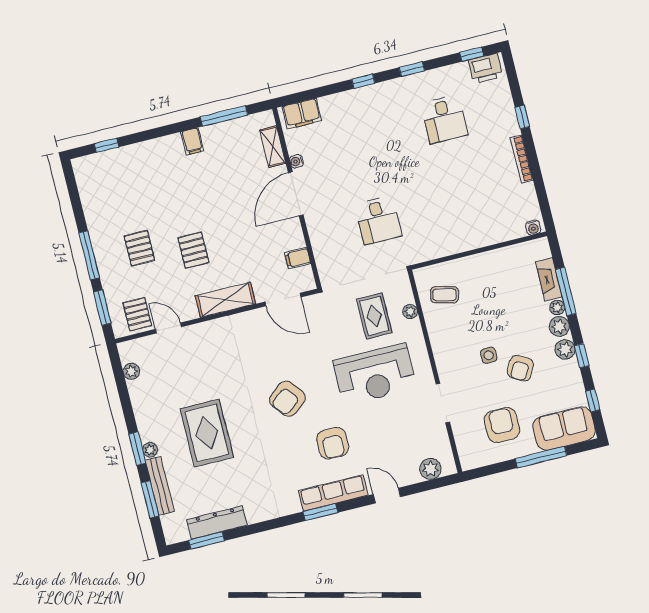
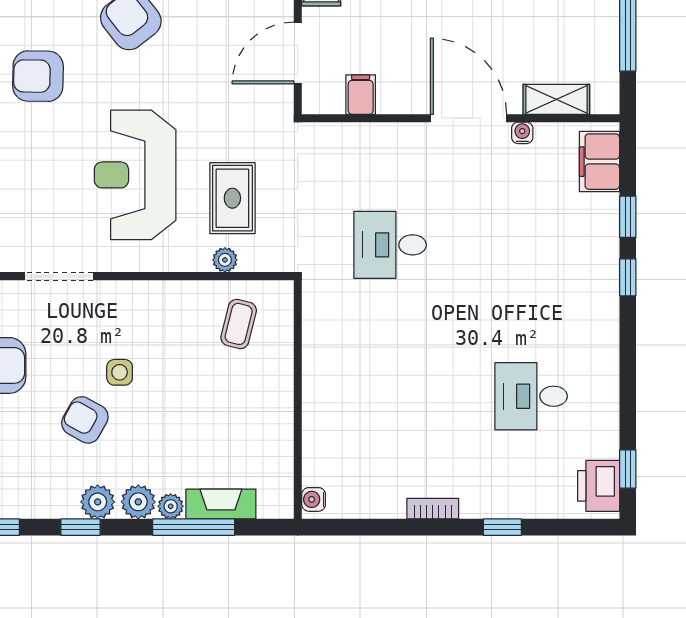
window: (412, 69) -> (628, 217), moved
bookcase: (522, 159) -> (433, 509), width x0.64
rug: (374, 316) -> (232, 198), turned 90

